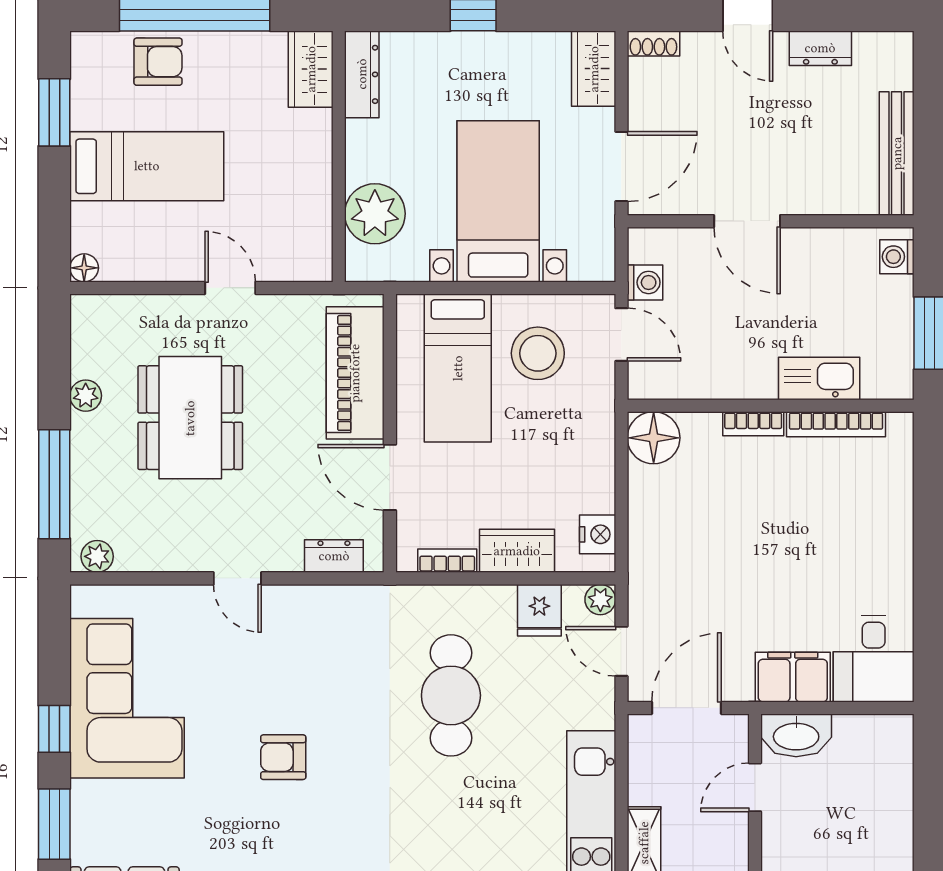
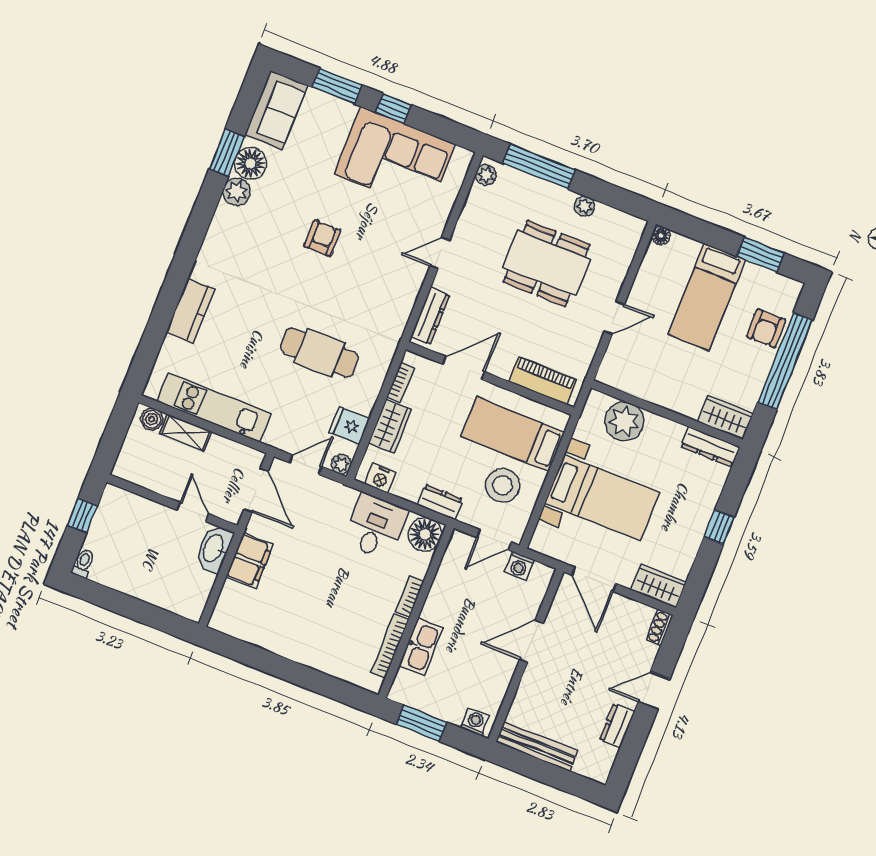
piano: (355, 373) -> (543, 380), width x0.73, depth x0.75
dresser: (598, 434) -> (440, 502), added
dresser: (334, 556) -> (430, 316), width x1.44
desk: (874, 659) -> (375, 526), moved, turned 90

